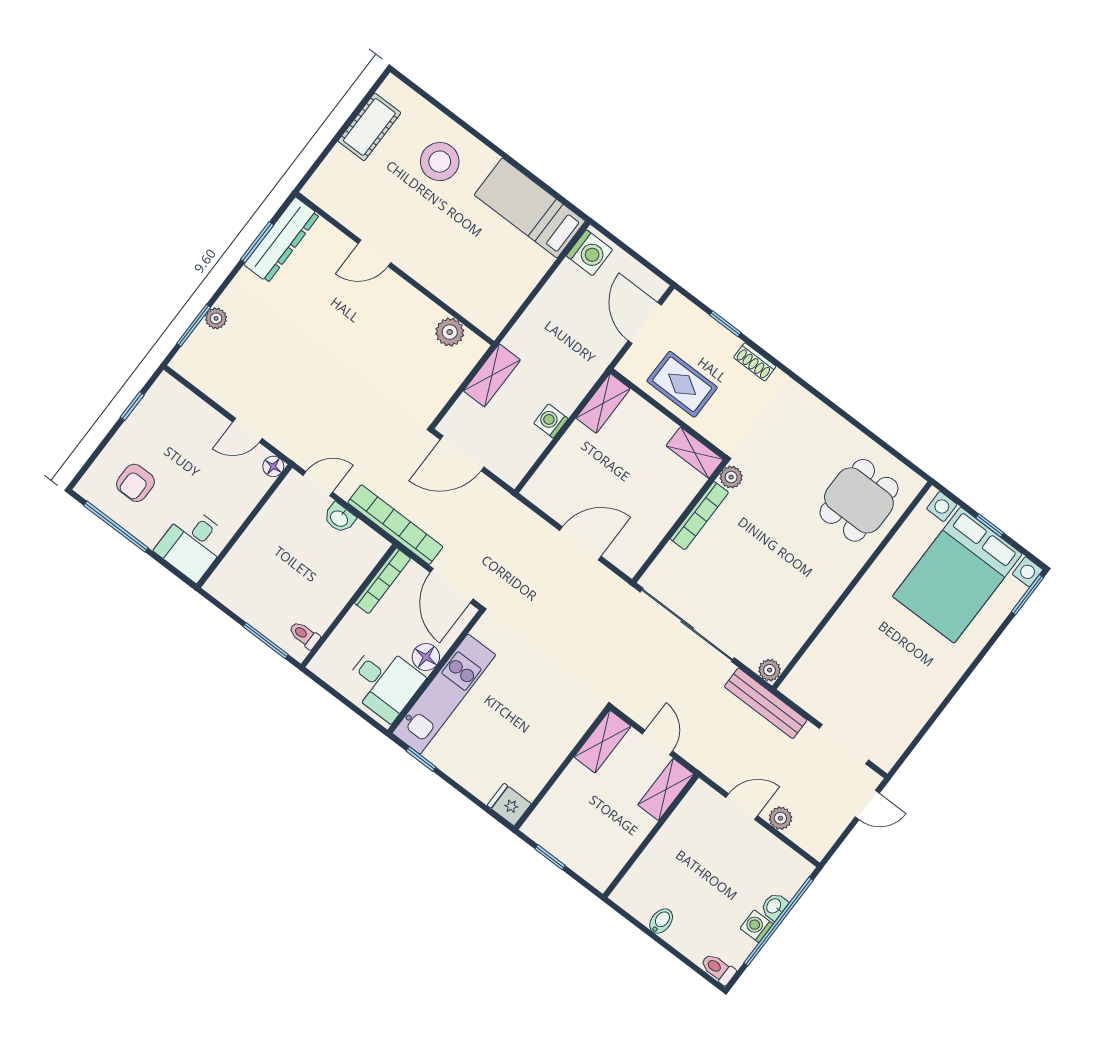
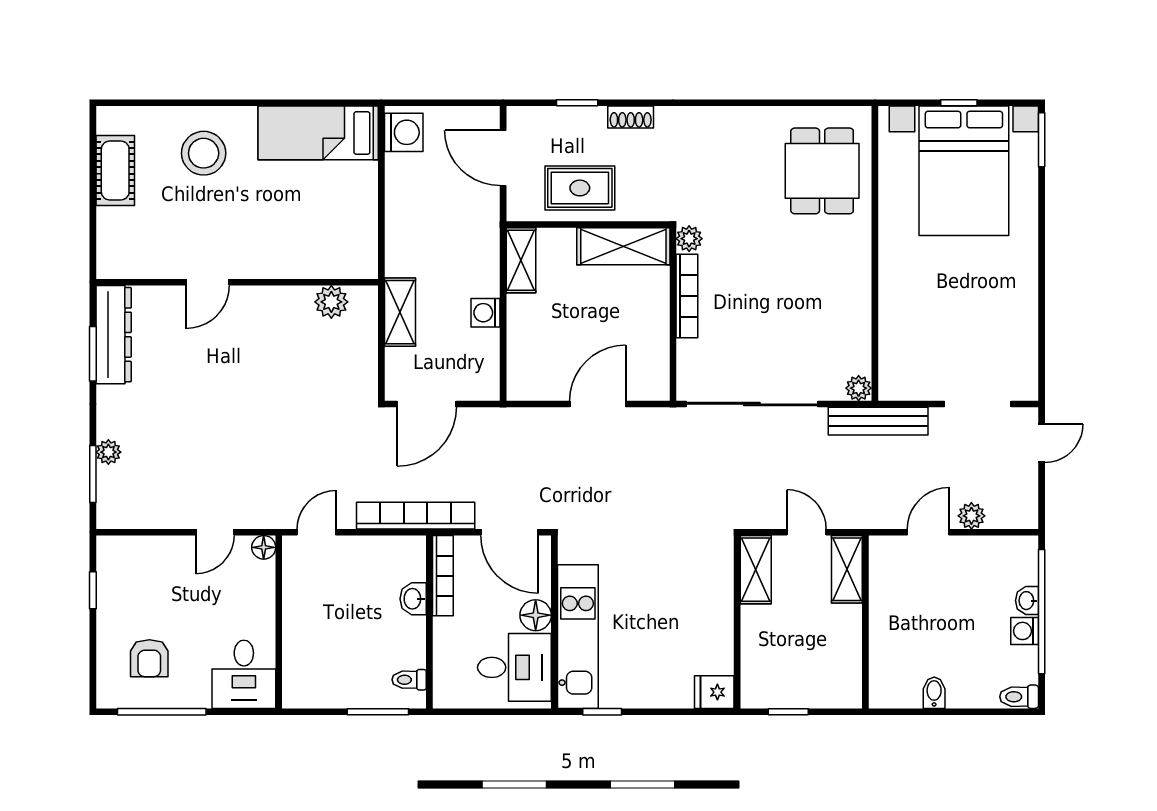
shelving: (695, 453) -> (623, 246), width x1.50, depth x1.33
washbasin: (339, 518) -> (413, 599), moved, turned 90

